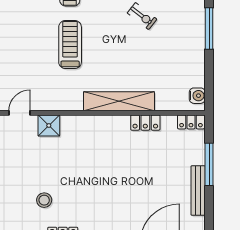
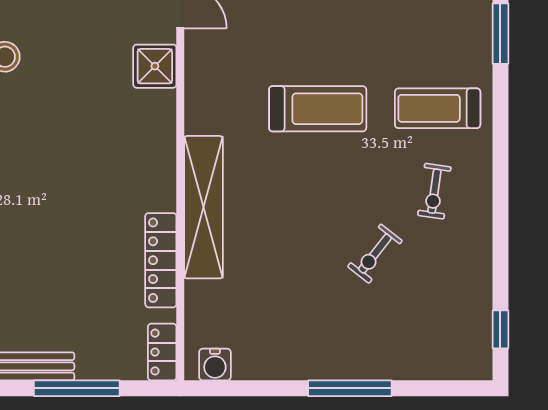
locker: (145, 123) -> (161, 260), width x1.53

